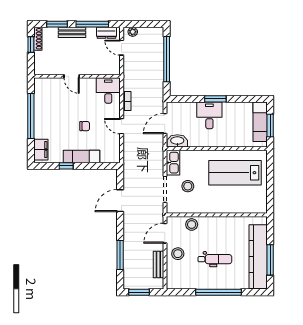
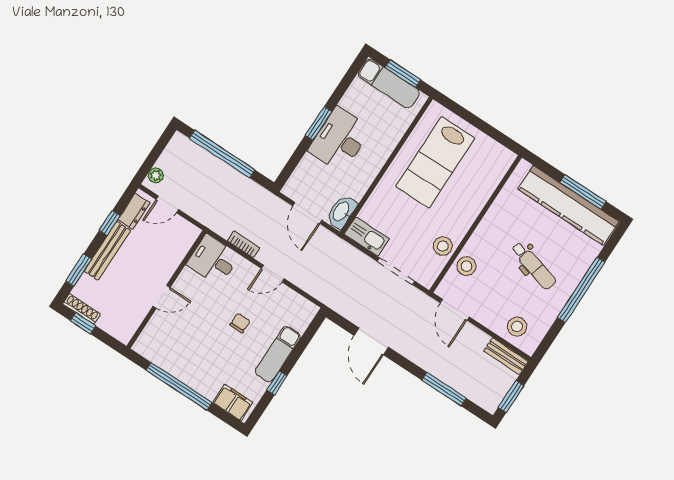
window: (92, 24) -> (110, 223), width x0.46
bench: (72, 32) -> (107, 251), width x1.36
desk: (209, 115) -> (340, 140), width x1.37
stool: (188, 186) -> (443, 246), moved
stool: (178, 254) -> (517, 327), moved
dental chair: (215, 259) -> (533, 266), turned 105
bench: (158, 265) -> (506, 356), moved

